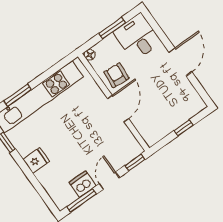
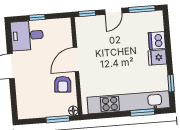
window: (112, 28) -> (58, 119), moved
desk: (137, 37) -> (27, 36), moved, turned 90
dishwasher: (83, 184) -> (157, 40), moved, turned 90

